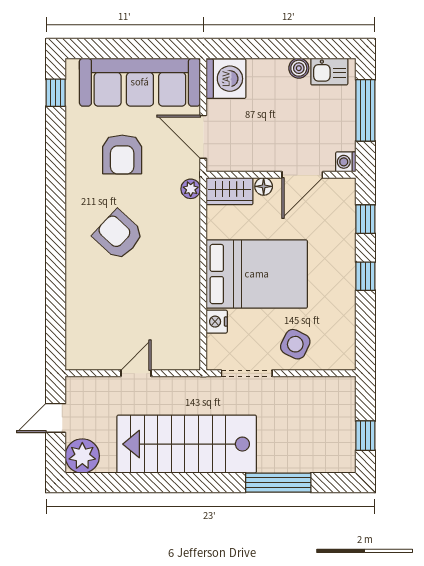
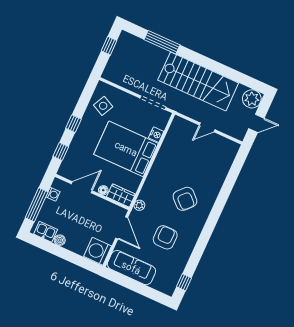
sofa: (140, 82) -> (131, 268), width x0.74, depth x0.79
washing machine: (346, 162) -> (53, 194), moved
side table: (295, 344) -> (103, 106), moved

